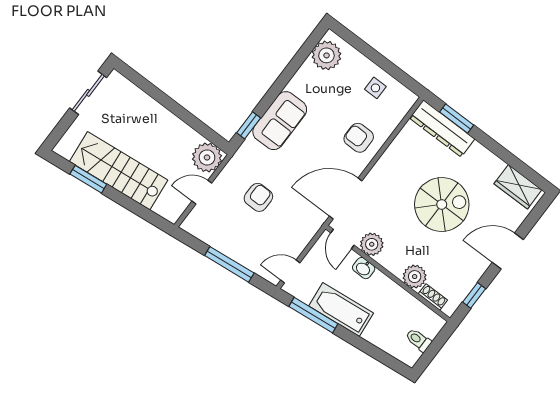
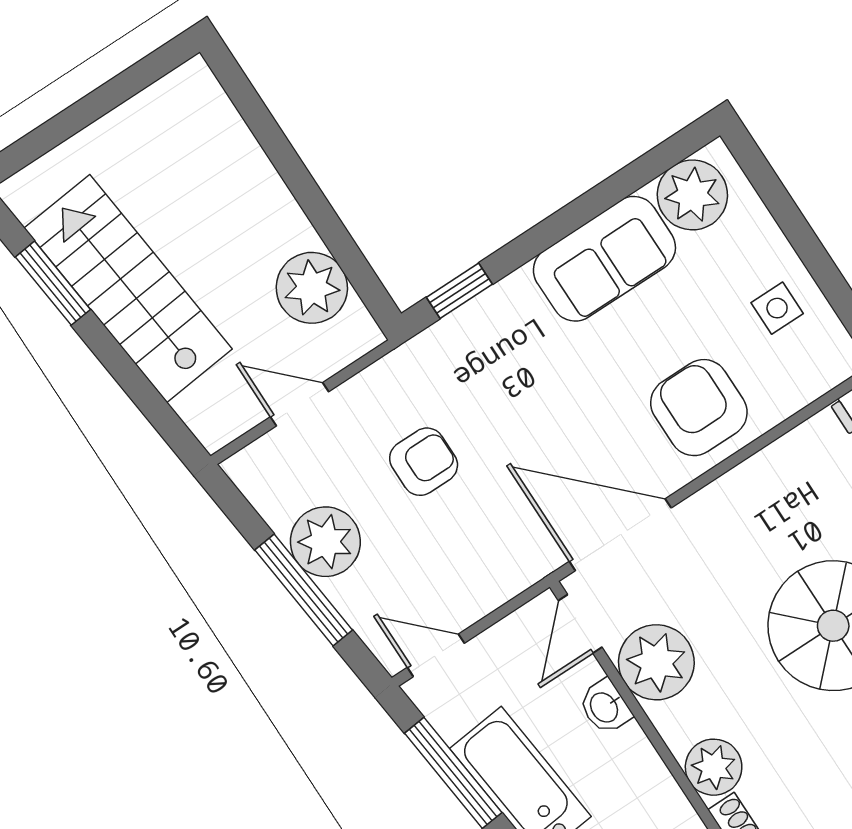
sliding door: (88, 93) -> (122, 87), removed
sofa: (280, 121) -> (604, 259), moved
armchair: (359, 138) -> (699, 408), width x1.38, depth x1.38
plant: (207, 157) -> (312, 288), moved
plant: (231, 242) -> (325, 542), added
plant: (372, 244) -> (656, 662), width x1.36, depth x1.36

